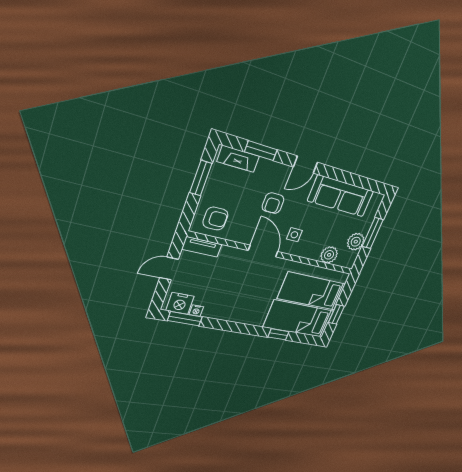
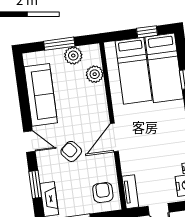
armchair: (273, 203) -> (71, 151), turned -130
side table: (294, 235) -> (90, 117), removed

